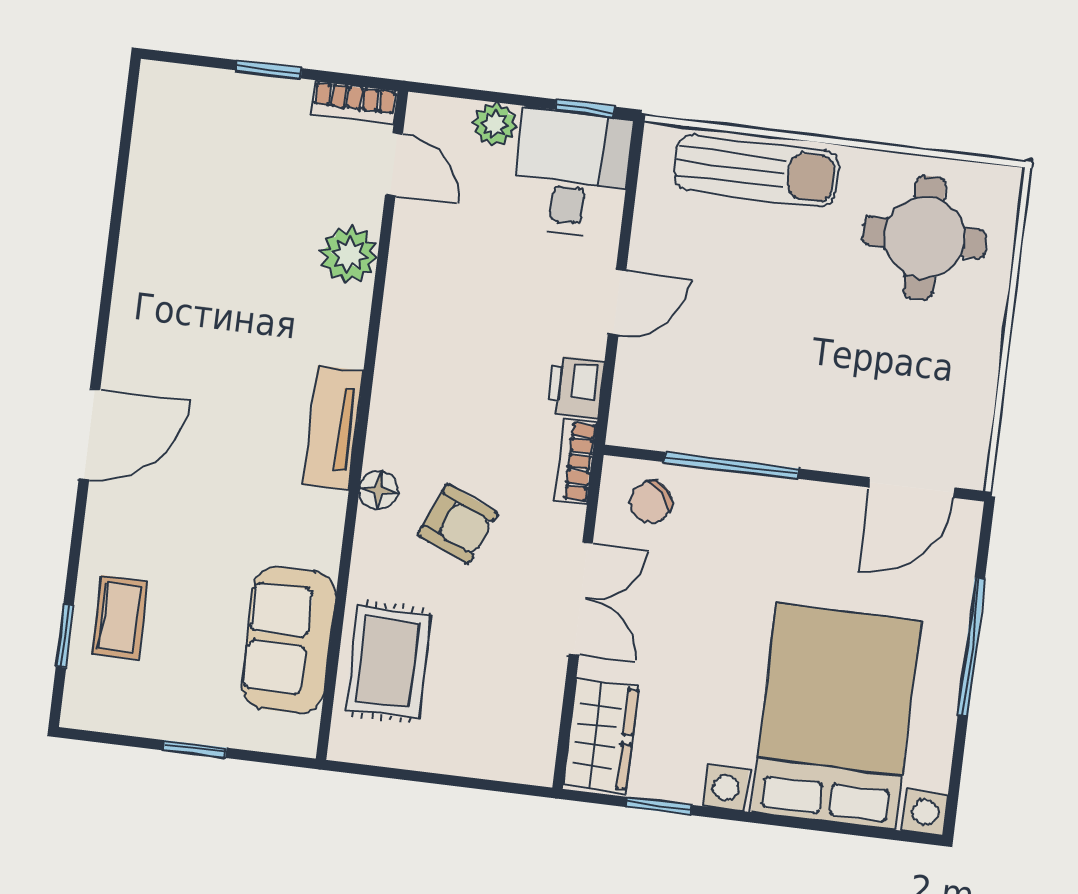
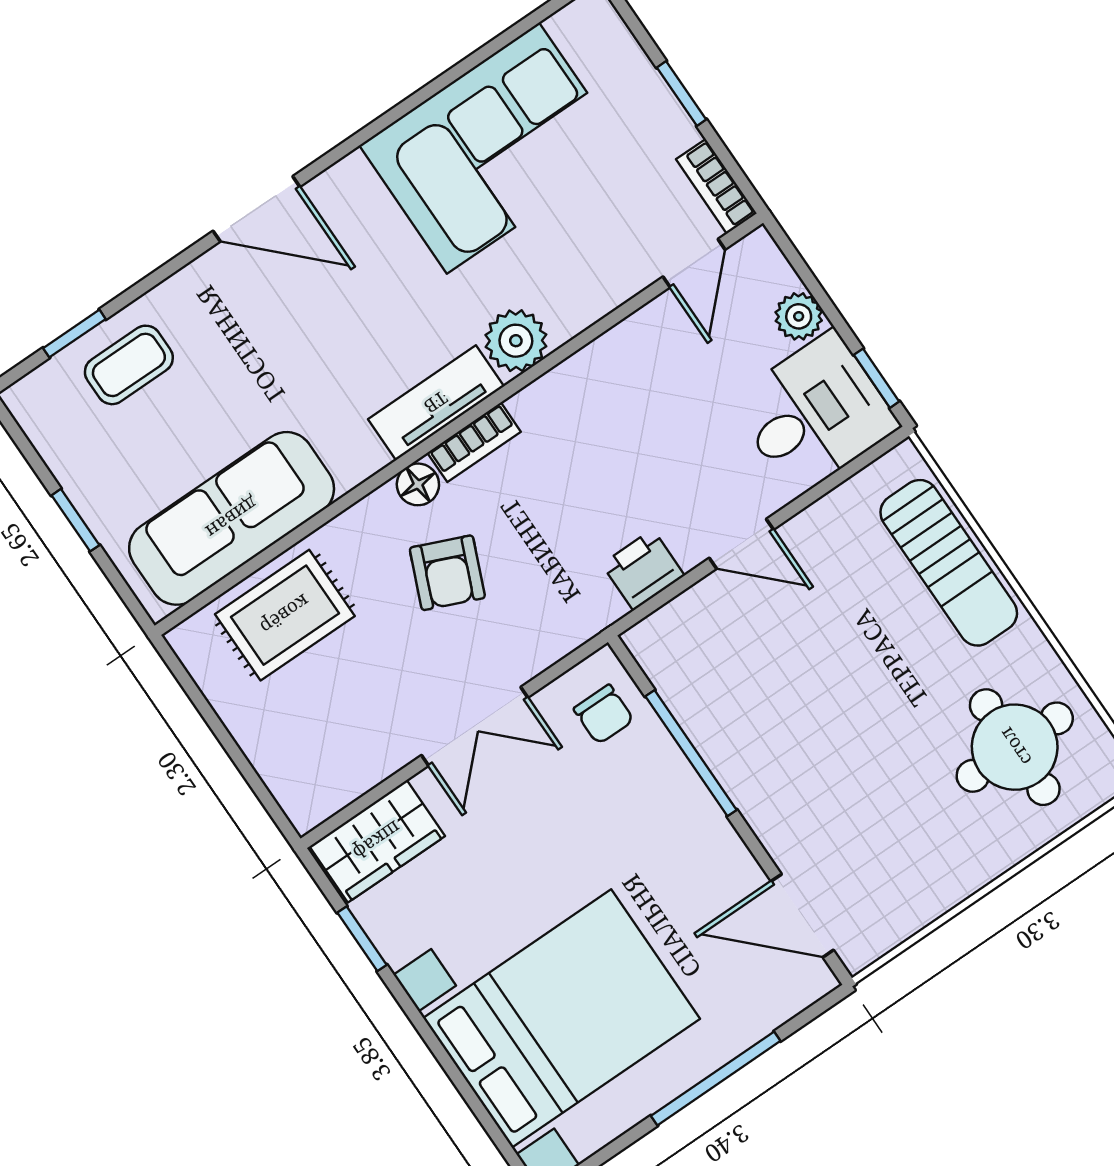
corner sofa: (192, 233) -> (493, 148), added
plant: (349, 255) -> (516, 341), moved
bookcase: (576, 461) -> (474, 442), moved, turned 180
chair: (651, 502) -> (604, 714), turned -136
sofa: (289, 640) -> (232, 518), width x1.36

